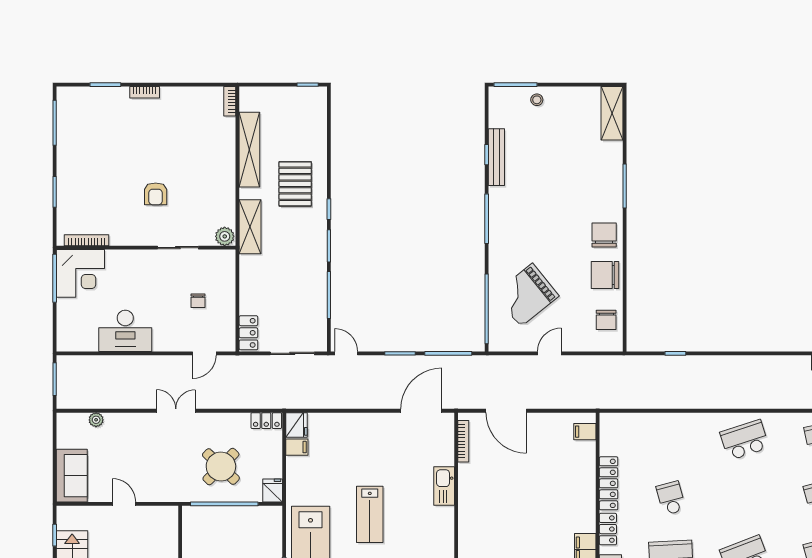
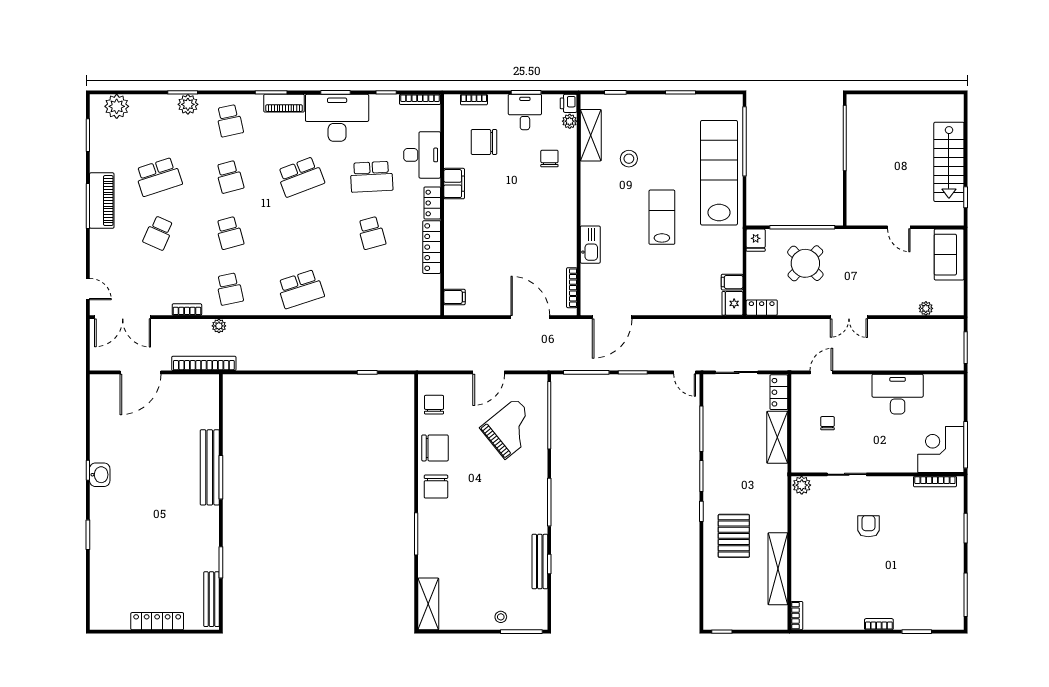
shelving: (250, 227) -> (777, 437), moved
door: (549, 353) -> (489, 372), width x1.37

